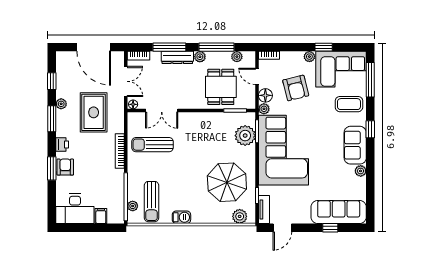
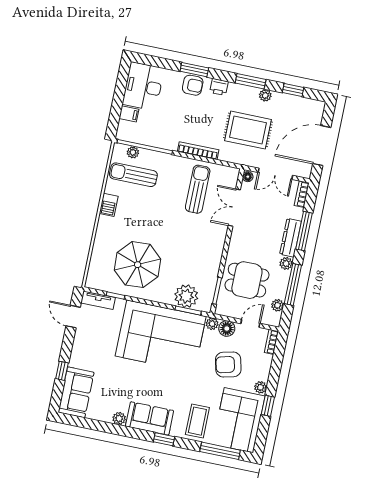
sofa: (339, 212) -> (76, 392), width x0.73
plant: (240, 216) -> (96, 271), removed

